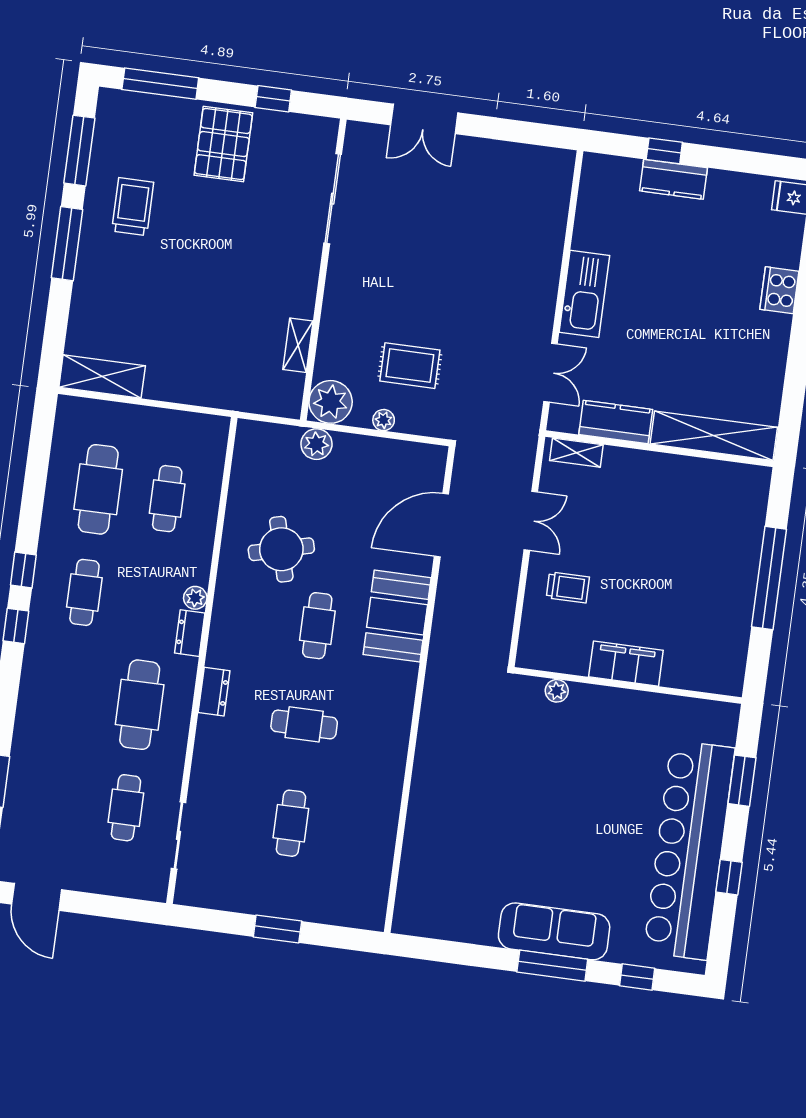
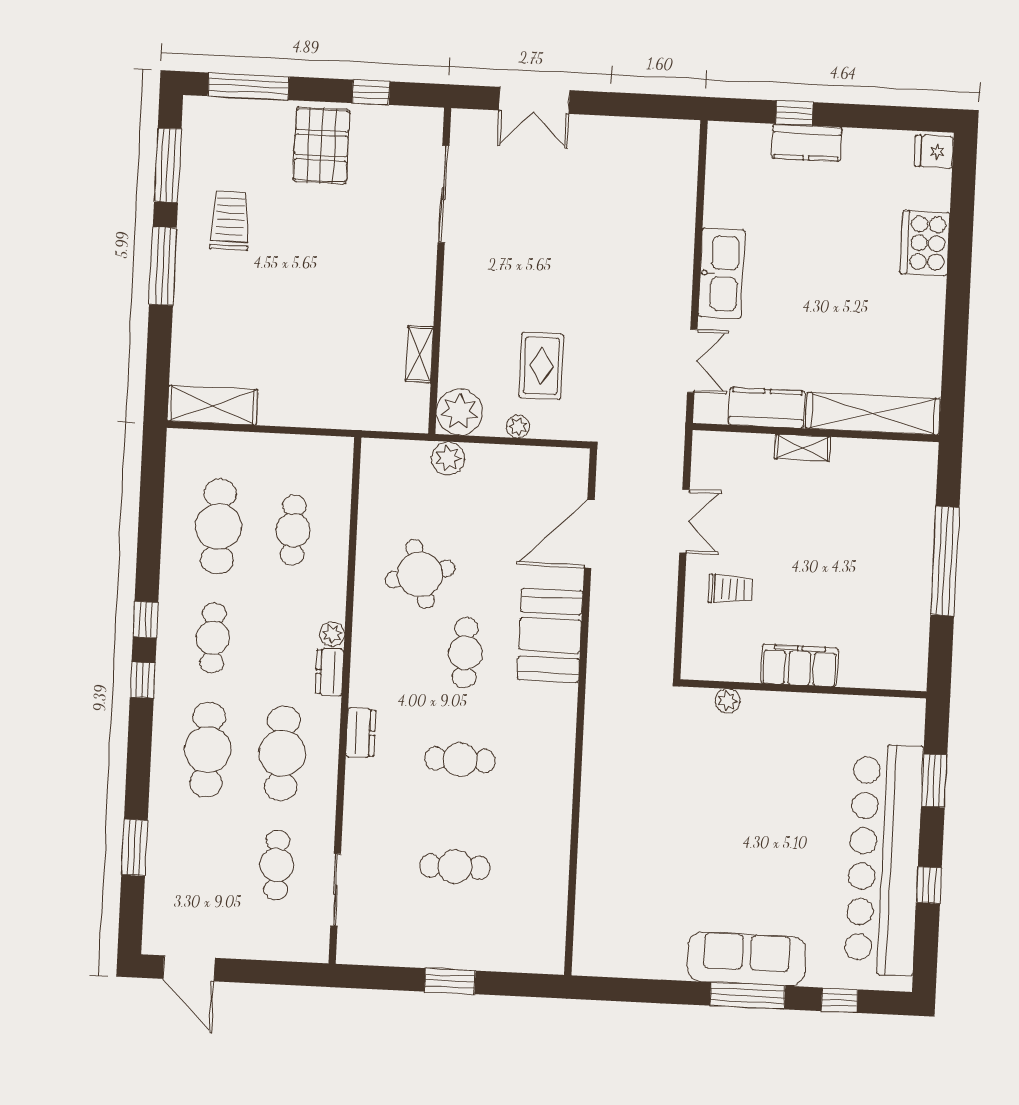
cooker: (779, 290) -> (925, 243), width x1.37, depth x1.31
rug: (410, 366) -> (541, 366), turned 90
shelving: (576, 453) -> (802, 448), moved
cafe table: (71, 695) -> (208, 750), added
cafe table: (291, 823) -> (455, 867), turned 90

